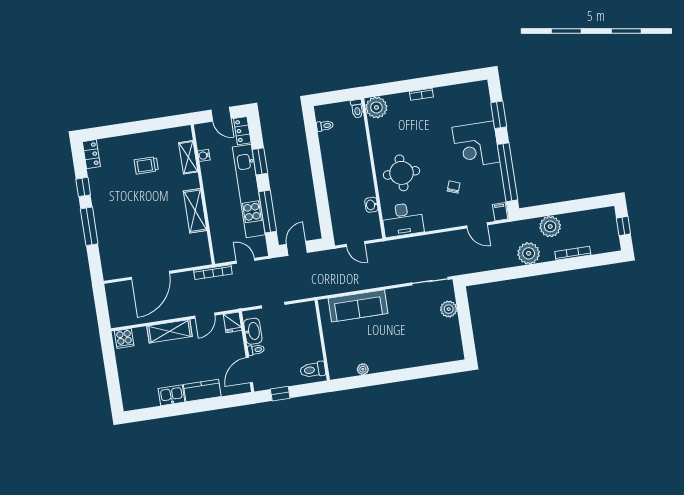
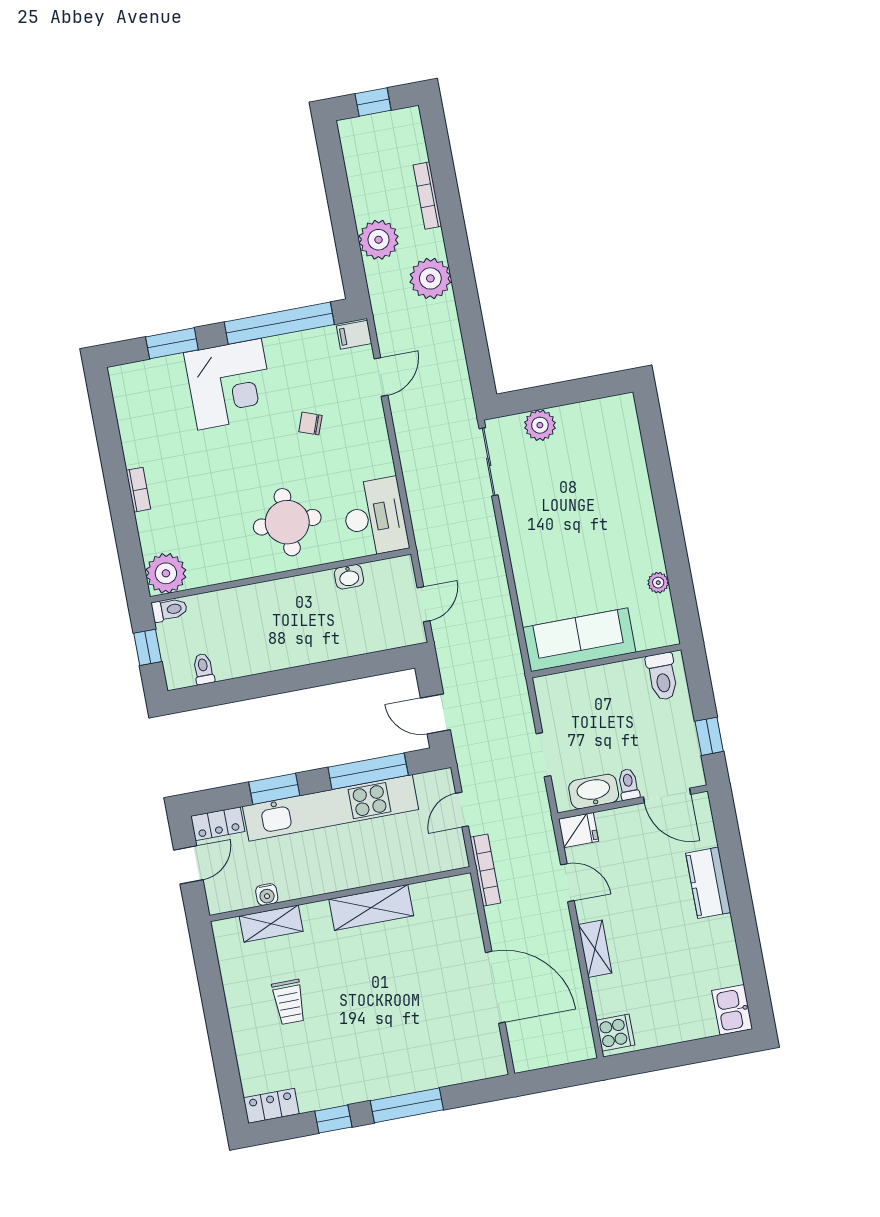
window: (337, 96) -> (148, 647), added
sofa: (358, 306) -> (579, 640), moved, turned -90
shelving: (170, 331) -> (595, 949), width x0.67, depth x0.75
kitchen sink: (171, 395) -> (732, 1010), moved

